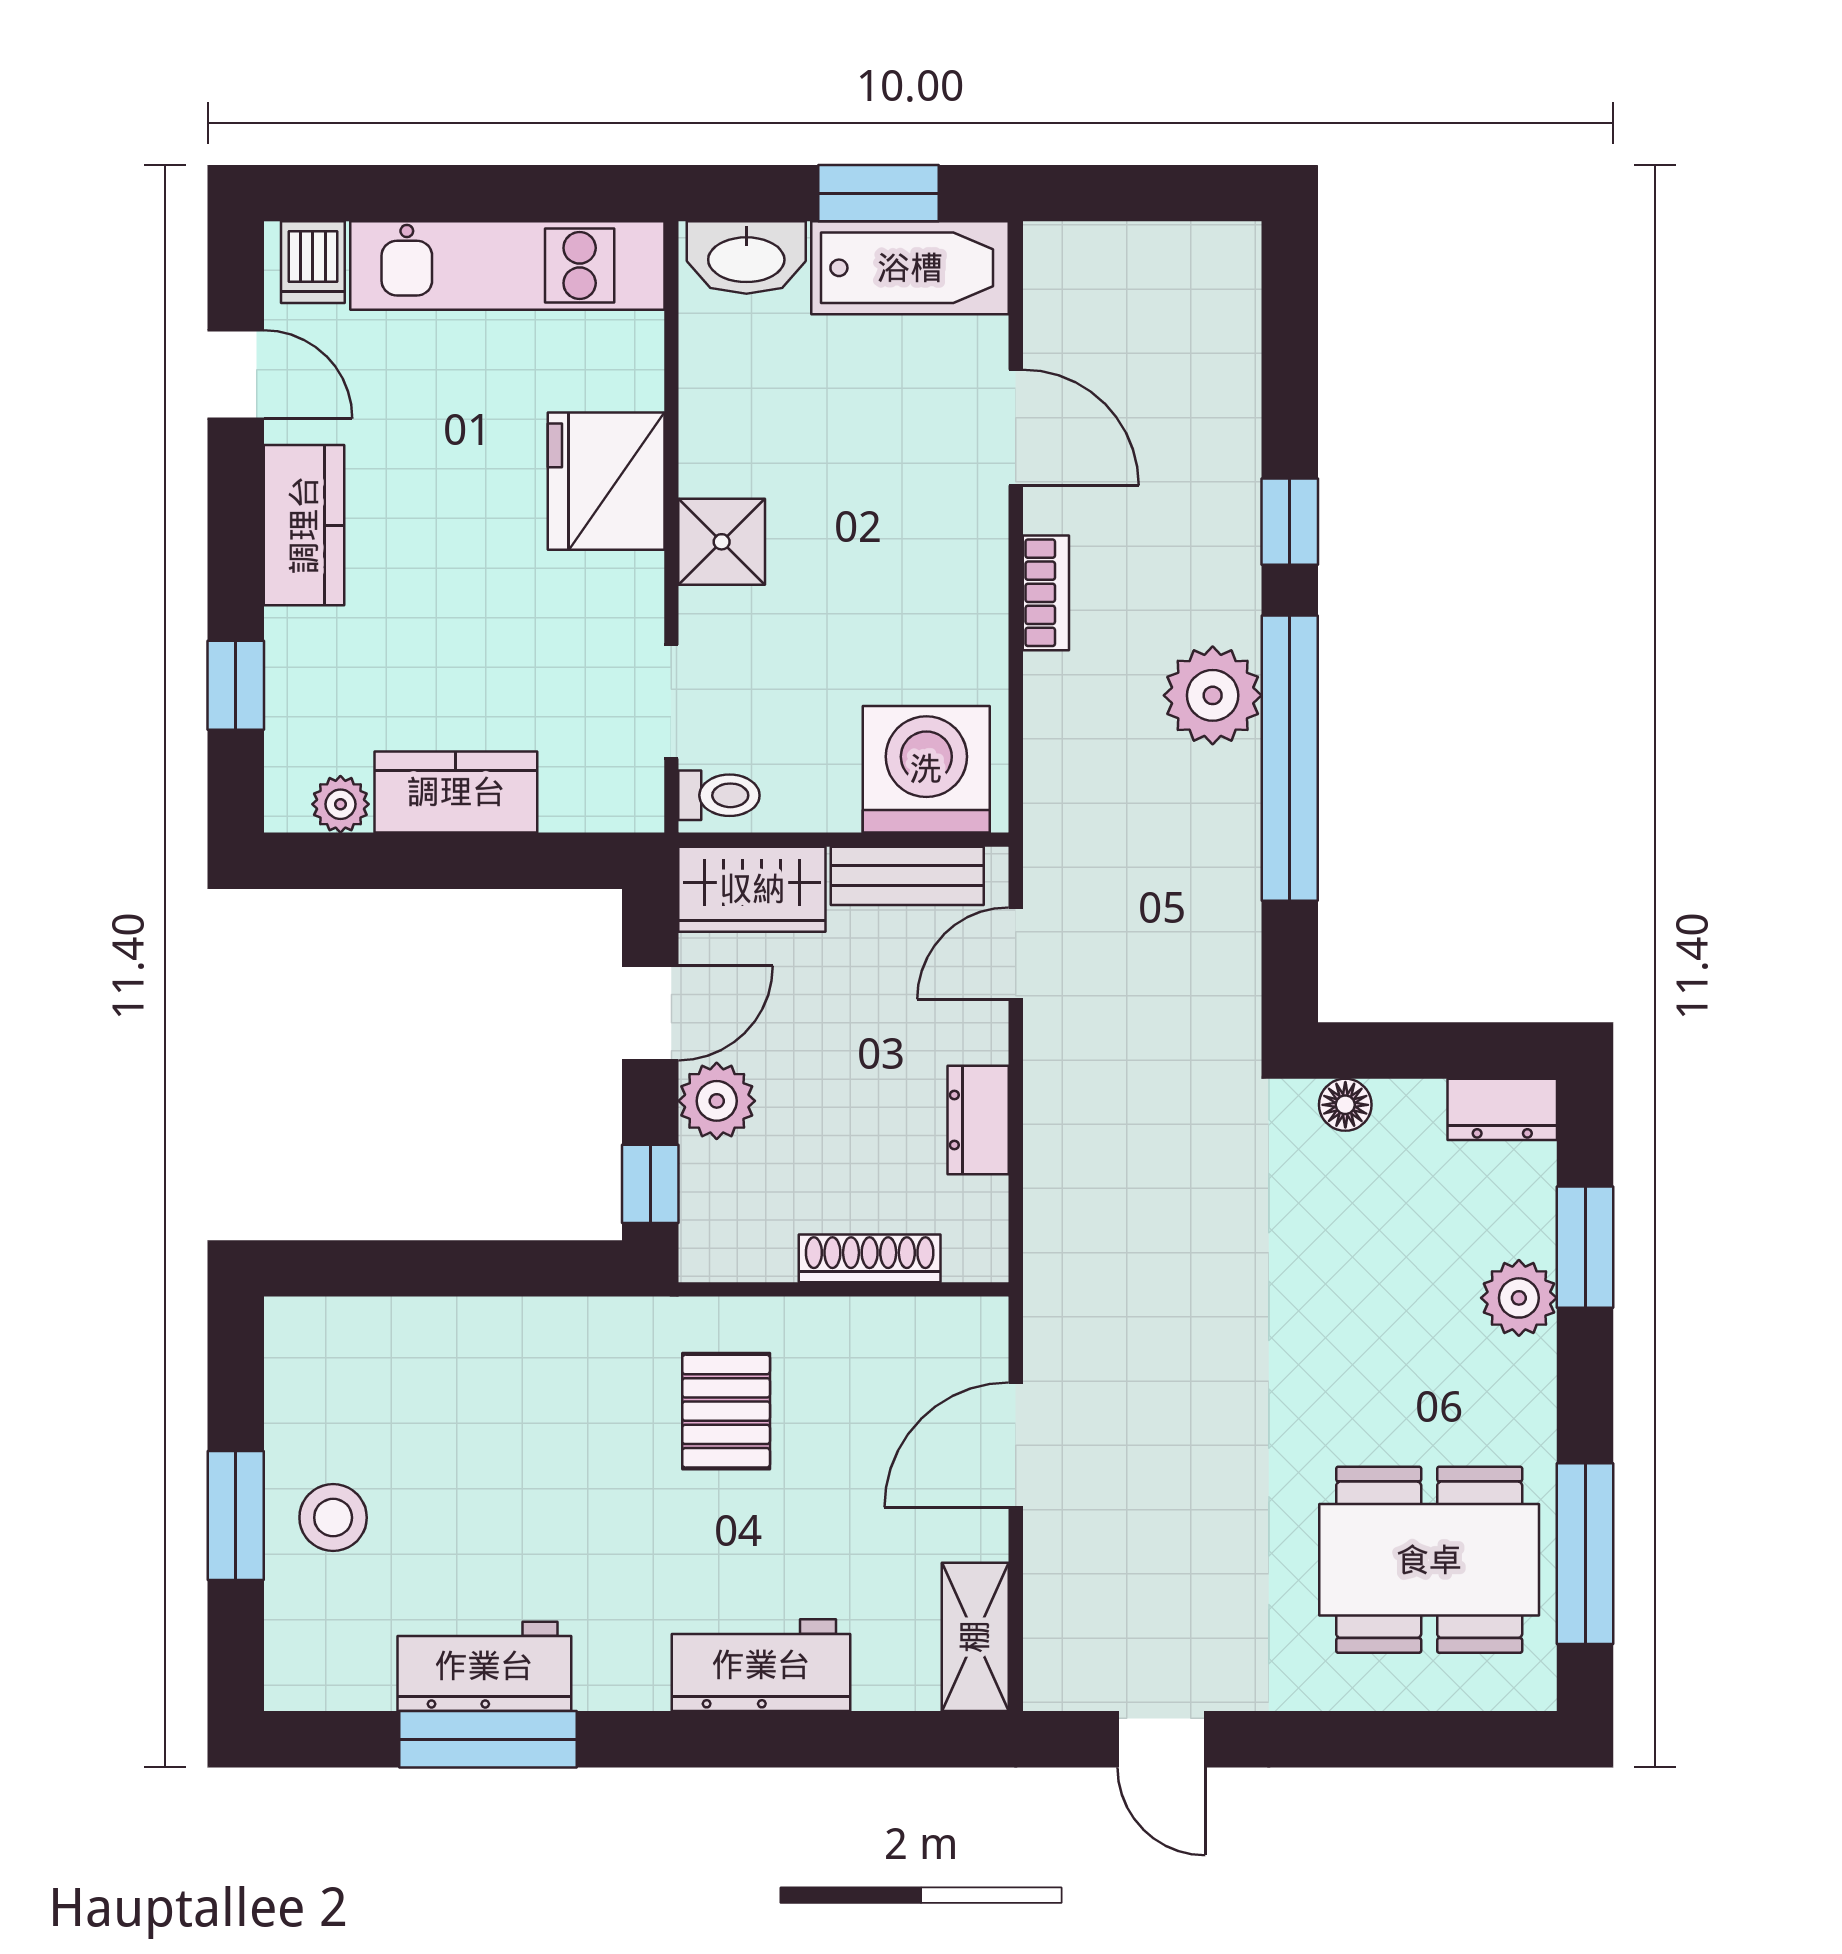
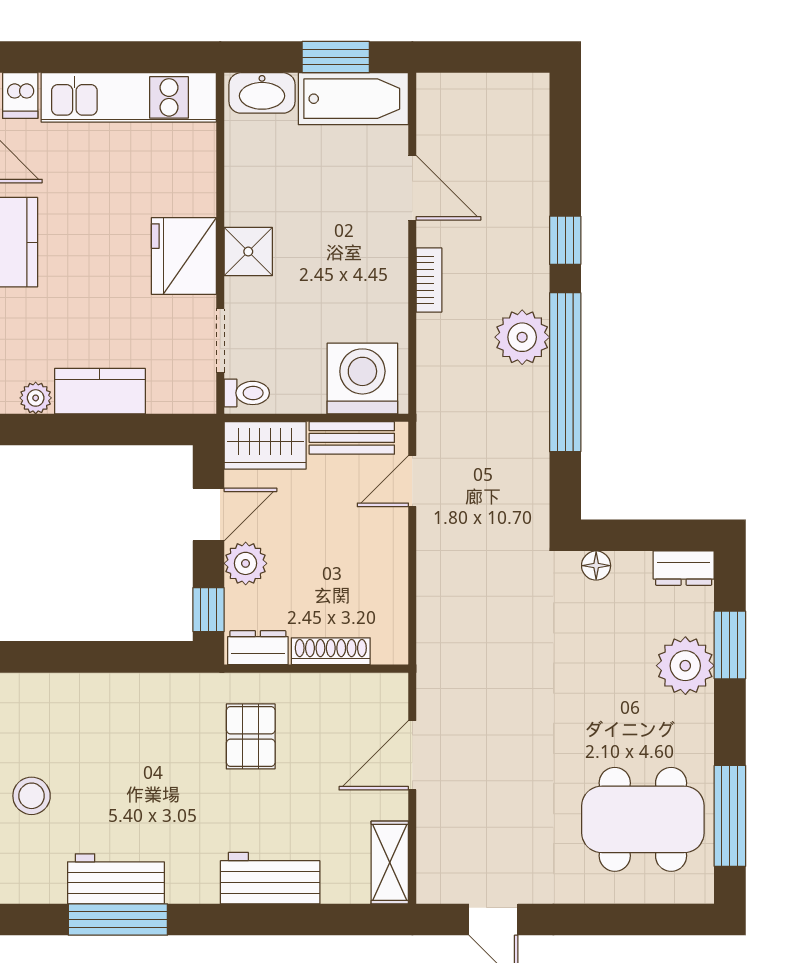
fridge: (606, 481) -> (184, 256), moved
dresser: (978, 1120) -> (258, 648), moved, turned 90
plant: (1519, 1298) -> (685, 666), width x1.36, depth x1.36

